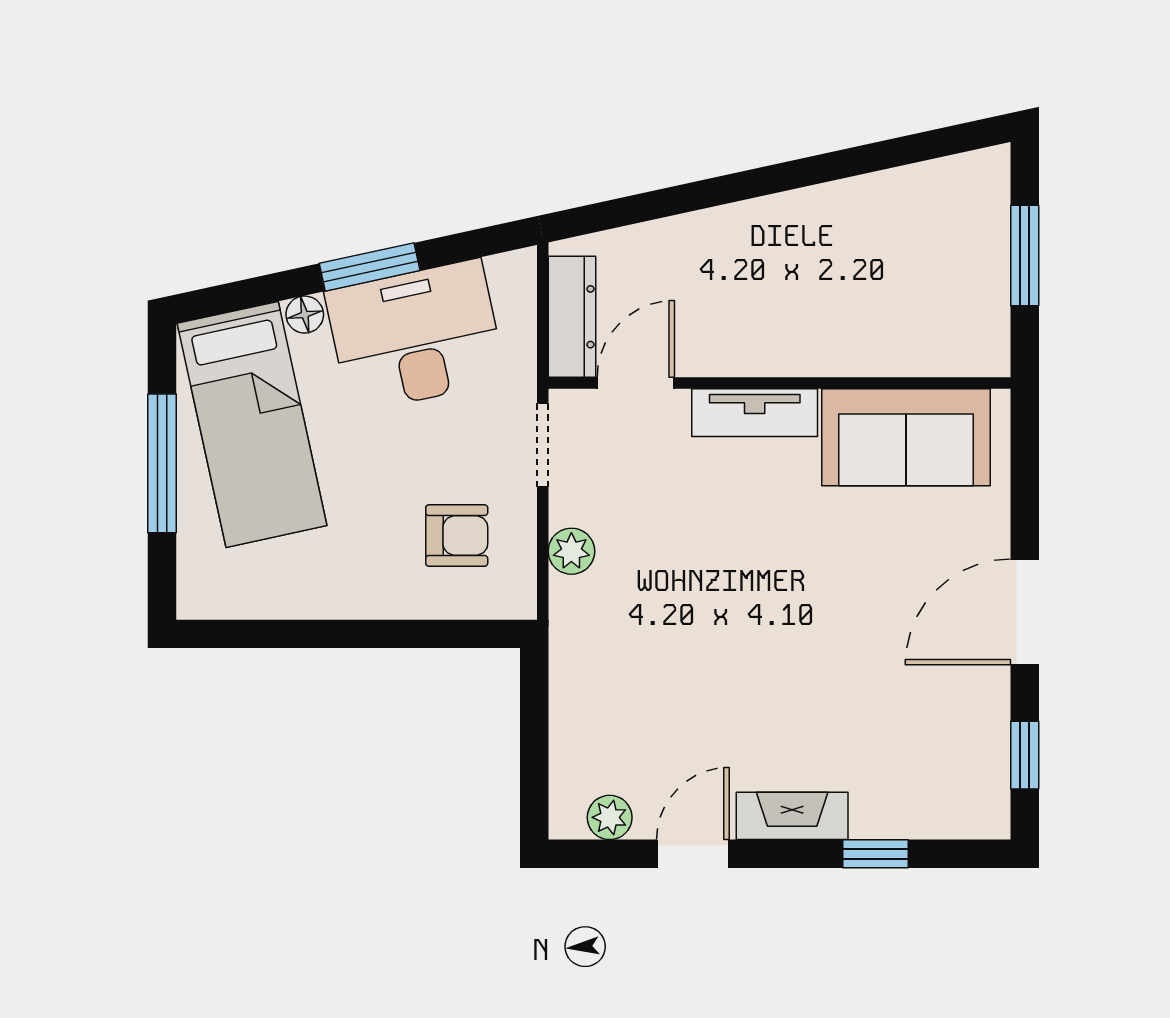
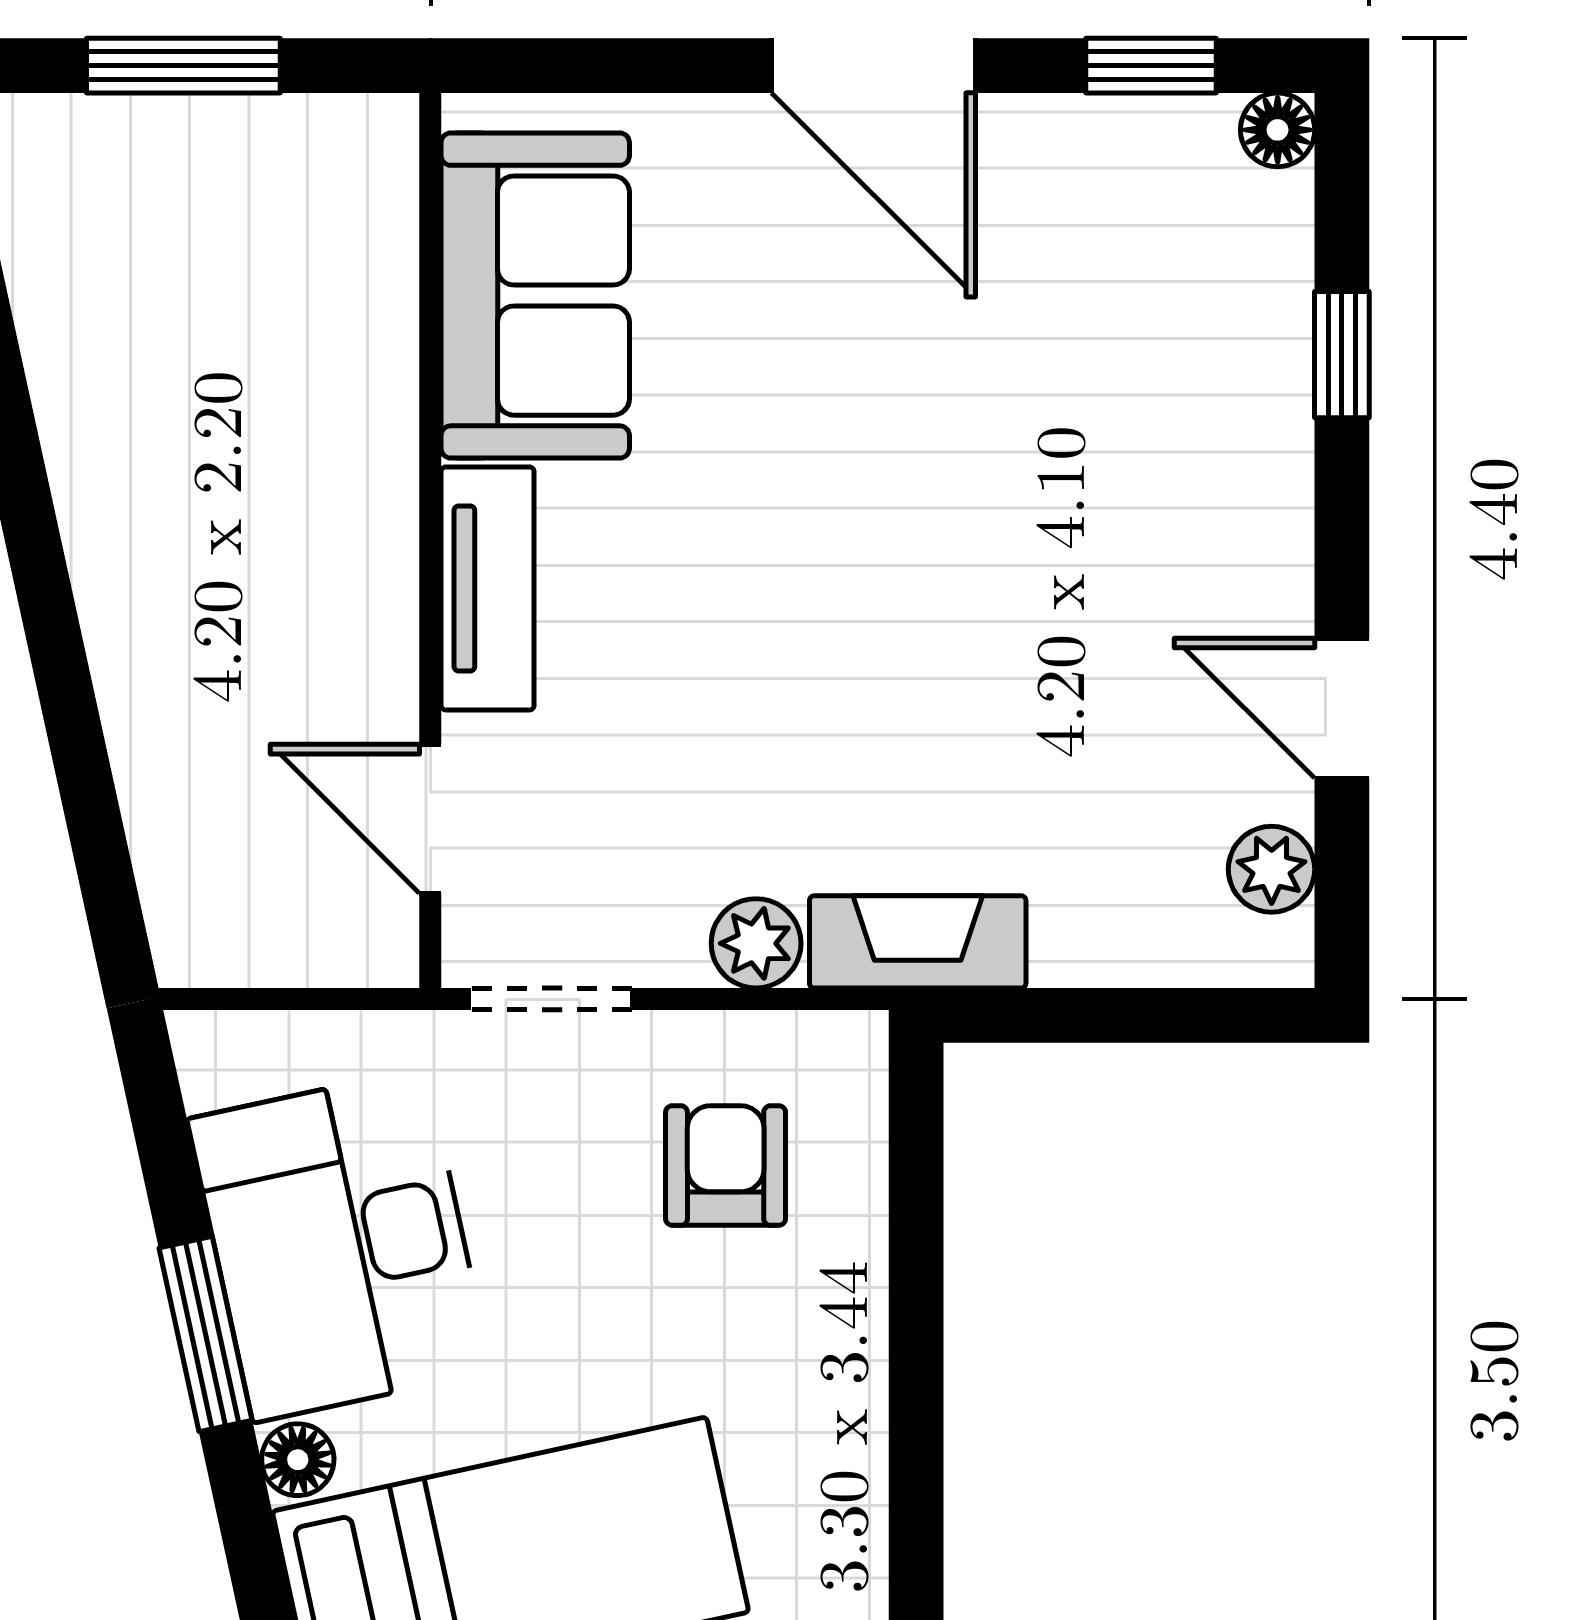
dresser: (572, 317) -> (302, 942), removed
fireplace: (792, 816) -> (918, 942), moved, turned 90
floor lamp: (992, 821) -> (1278, 130), added

